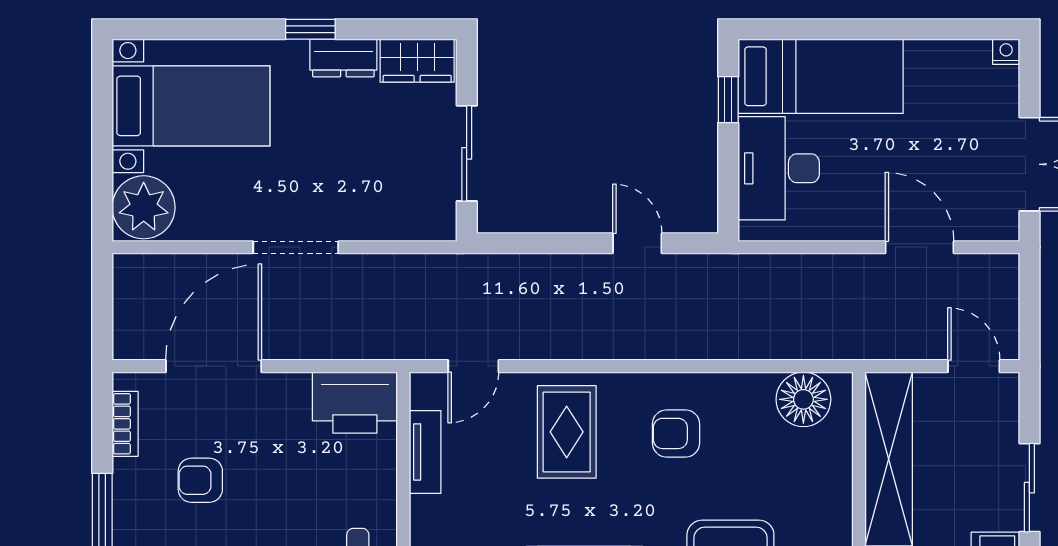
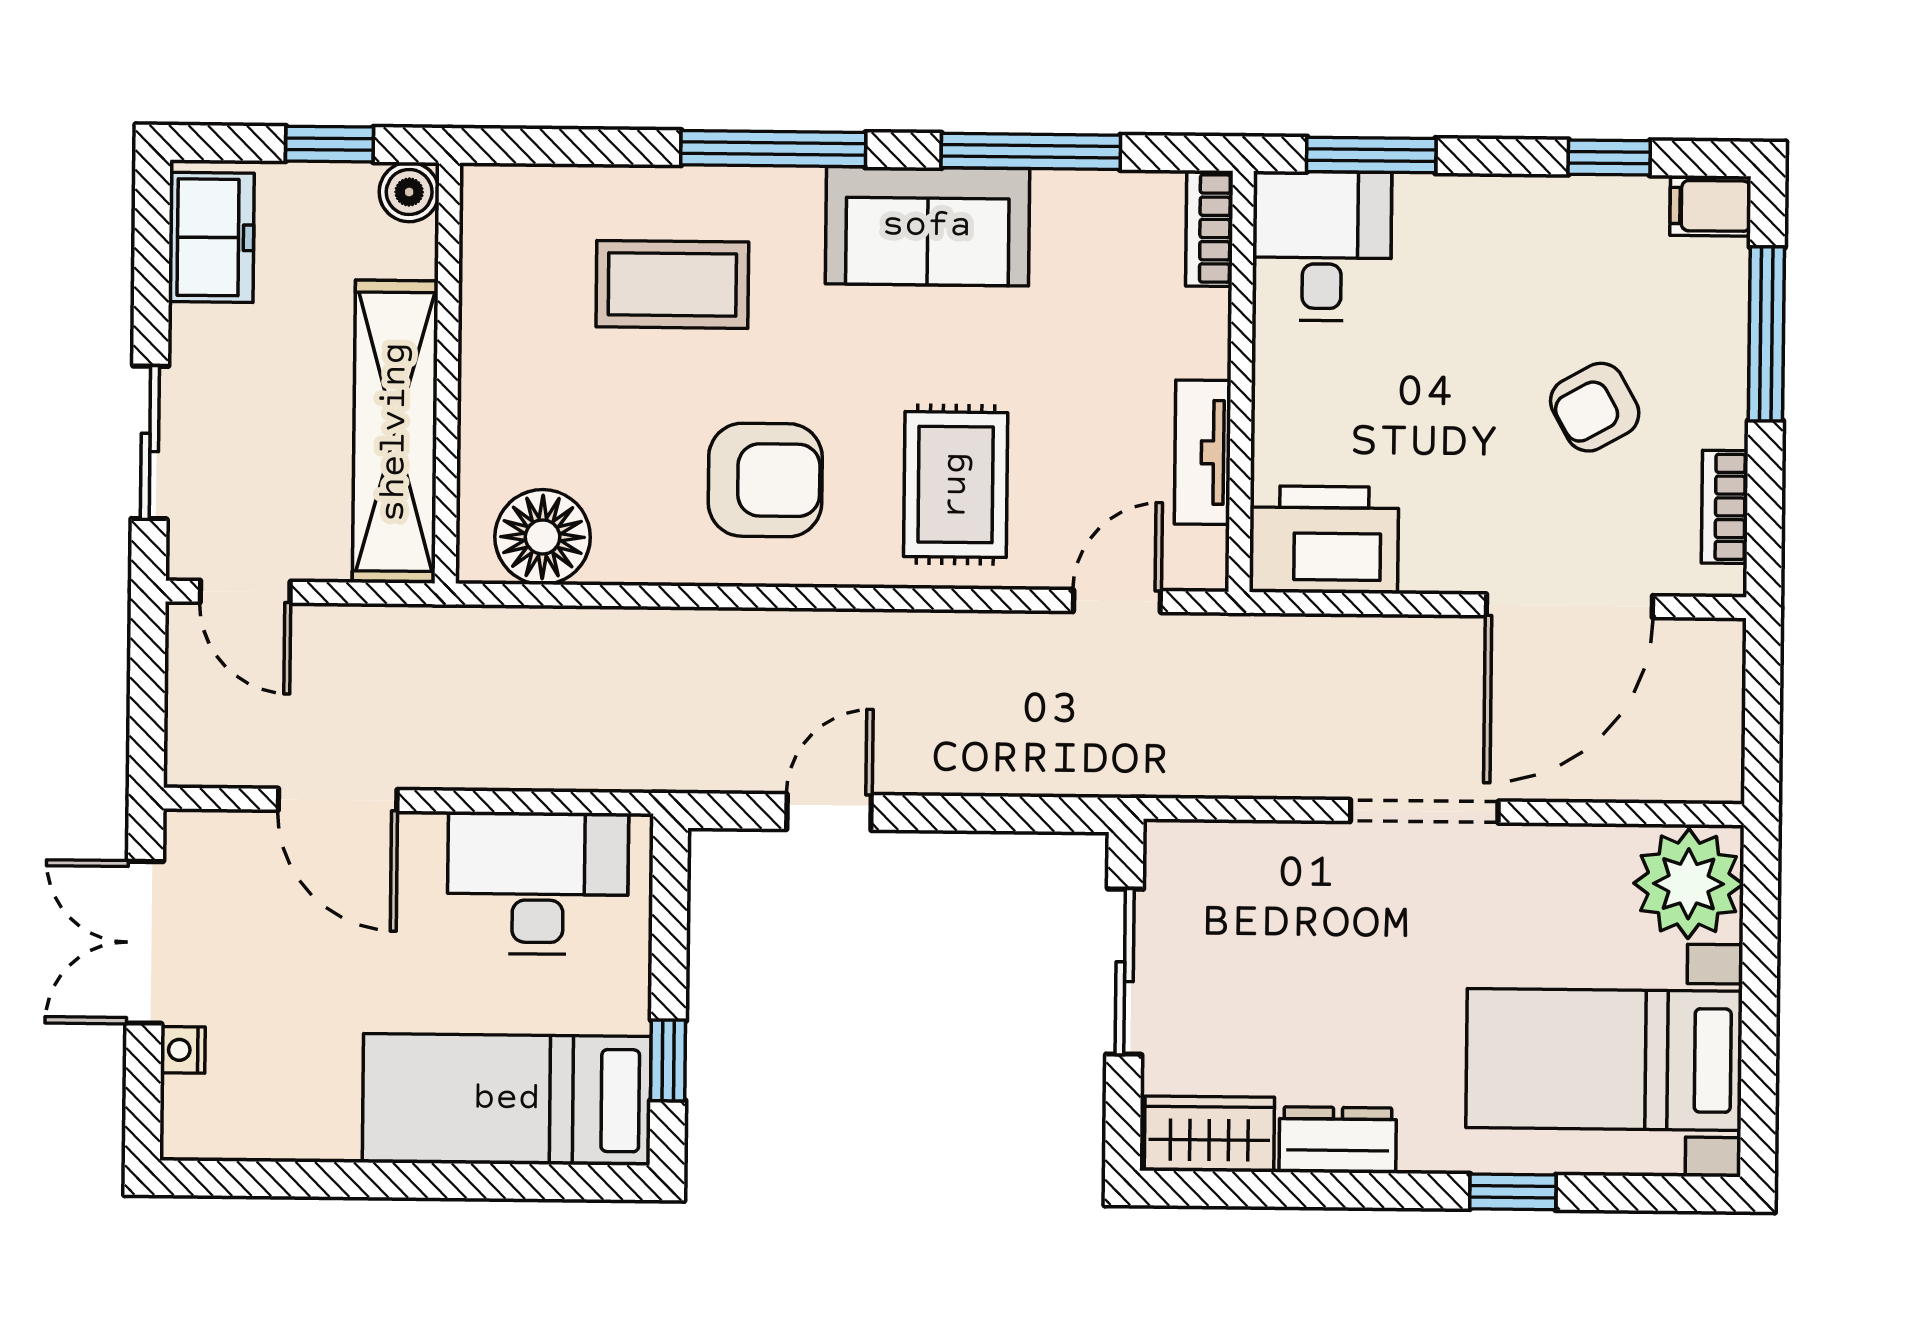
window: (310, 29) -> (1513, 1192), moved
nightstand: (1006, 52) -> (183, 1050), moved, turned 90
desk: (779, 168) -> (538, 883), moved, turned -90
door: (637, 243) -> (829, 812), swing flipped
armchair: (676, 433) -> (765, 480), width x1.38, depth x1.38
armchair: (200, 480) -> (1595, 407), turned 151
sliding door: (1029, 488) -> (150, 442), moved

